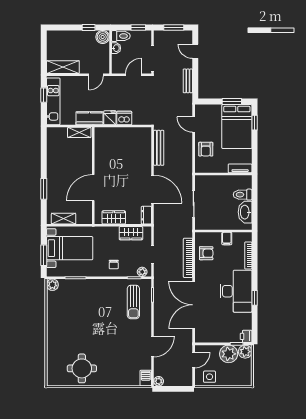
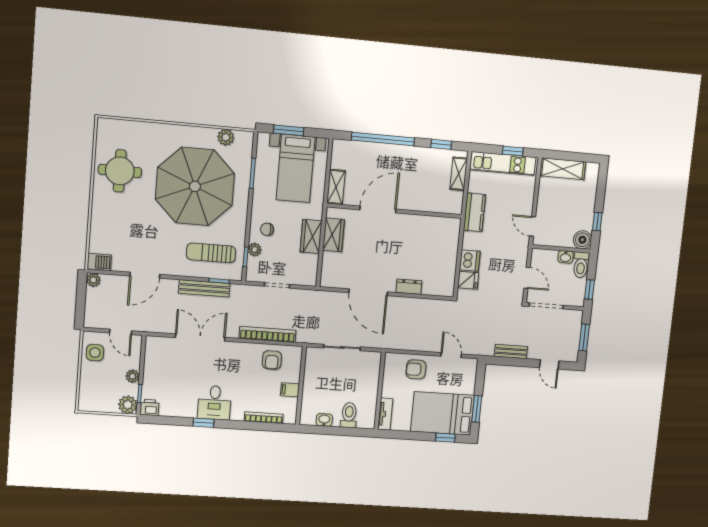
door: (195, 51) -> (549, 364), swing flipped
shelving: (63, 67) -> (563, 169), moved, turned 90
fridge: (110, 118) -> (468, 280), moved
door: (194, 125) -> (451, 355), hinge flipped
shelving: (79, 132) -> (459, 174), moved
window: (44, 147) -> (441, 144), added
bench: (159, 148) -> (204, 288), moved
door: (93, 188) -> (378, 209), hinge flipped
window: (44, 189) -> (383, 139), width x2.11
door: (153, 189) -> (368, 292), hinge flipped
washbasin: (245, 212) -> (324, 420), width x0.52, depth x0.69
dresser: (146, 215) -> (409, 287), moved
shelving: (64, 219) -> (336, 187), moved
wardrobe: (131, 233) -> (311, 236), moved
plant: (142, 272) -> (255, 250), moved
plant: (52, 285) -> (226, 137), moved
desk: (236, 291) -> (214, 403), width x0.53, depth x0.77
double door: (194, 305) -> (200, 337), width x0.73
parasol: (88, 317) -> (195, 186), added
door: (153, 346) -> (145, 275), hinge flipped
plant: (229, 354) -> (132, 376), width x0.53, depth x0.53

